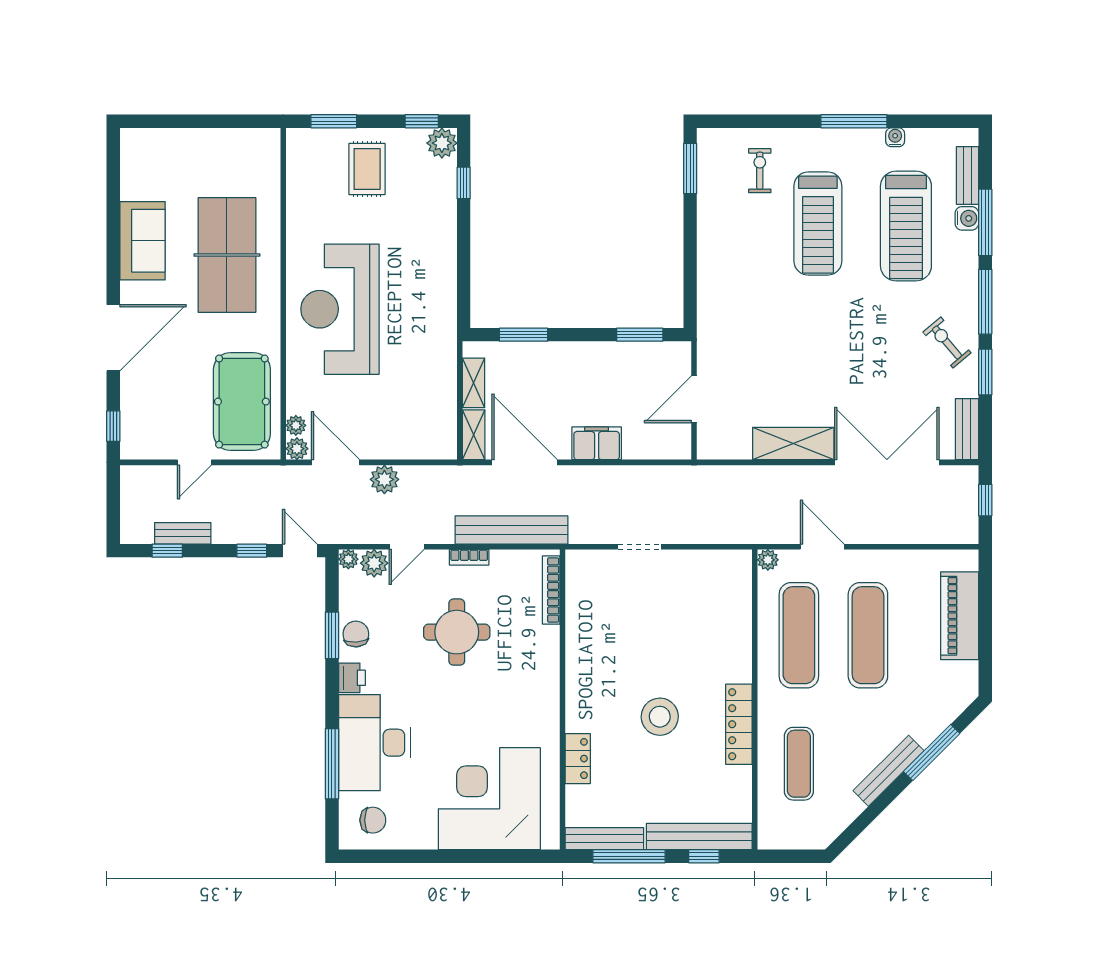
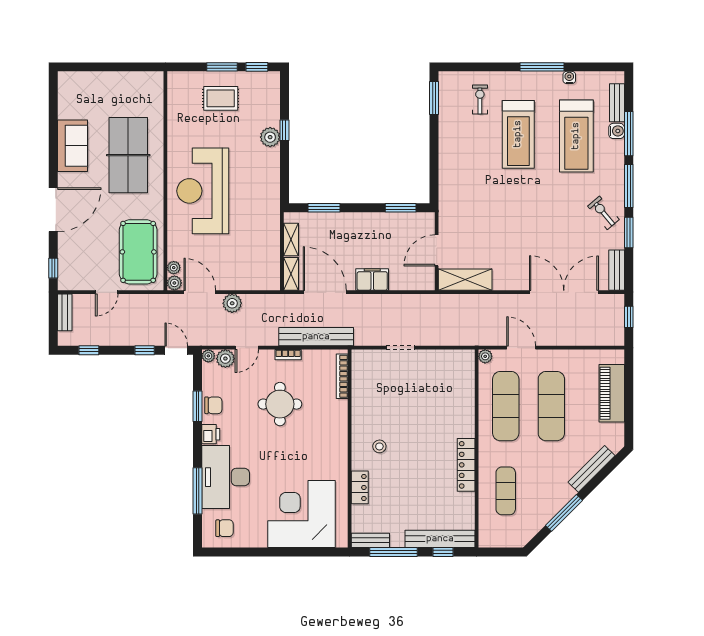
window: (334, 121) -> (222, 67), moved
plant: (442, 143) -> (270, 137), moved
rug: (367, 169) -> (221, 98), turned 90
window: (464, 183) -> (284, 130), moved
shelving: (793, 443) -> (465, 280), moved
bench: (183, 533) -> (65, 312), moved, turned 90
chair: (356, 634) -> (213, 405), turned 94
stool: (660, 717) -> (379, 446), moved, width x0.53, depth x0.53
window: (932, 752) -> (564, 513), moved
bench: (889, 771) -> (592, 469), moved
bench: (604, 839) -> (370, 540), width x0.73

